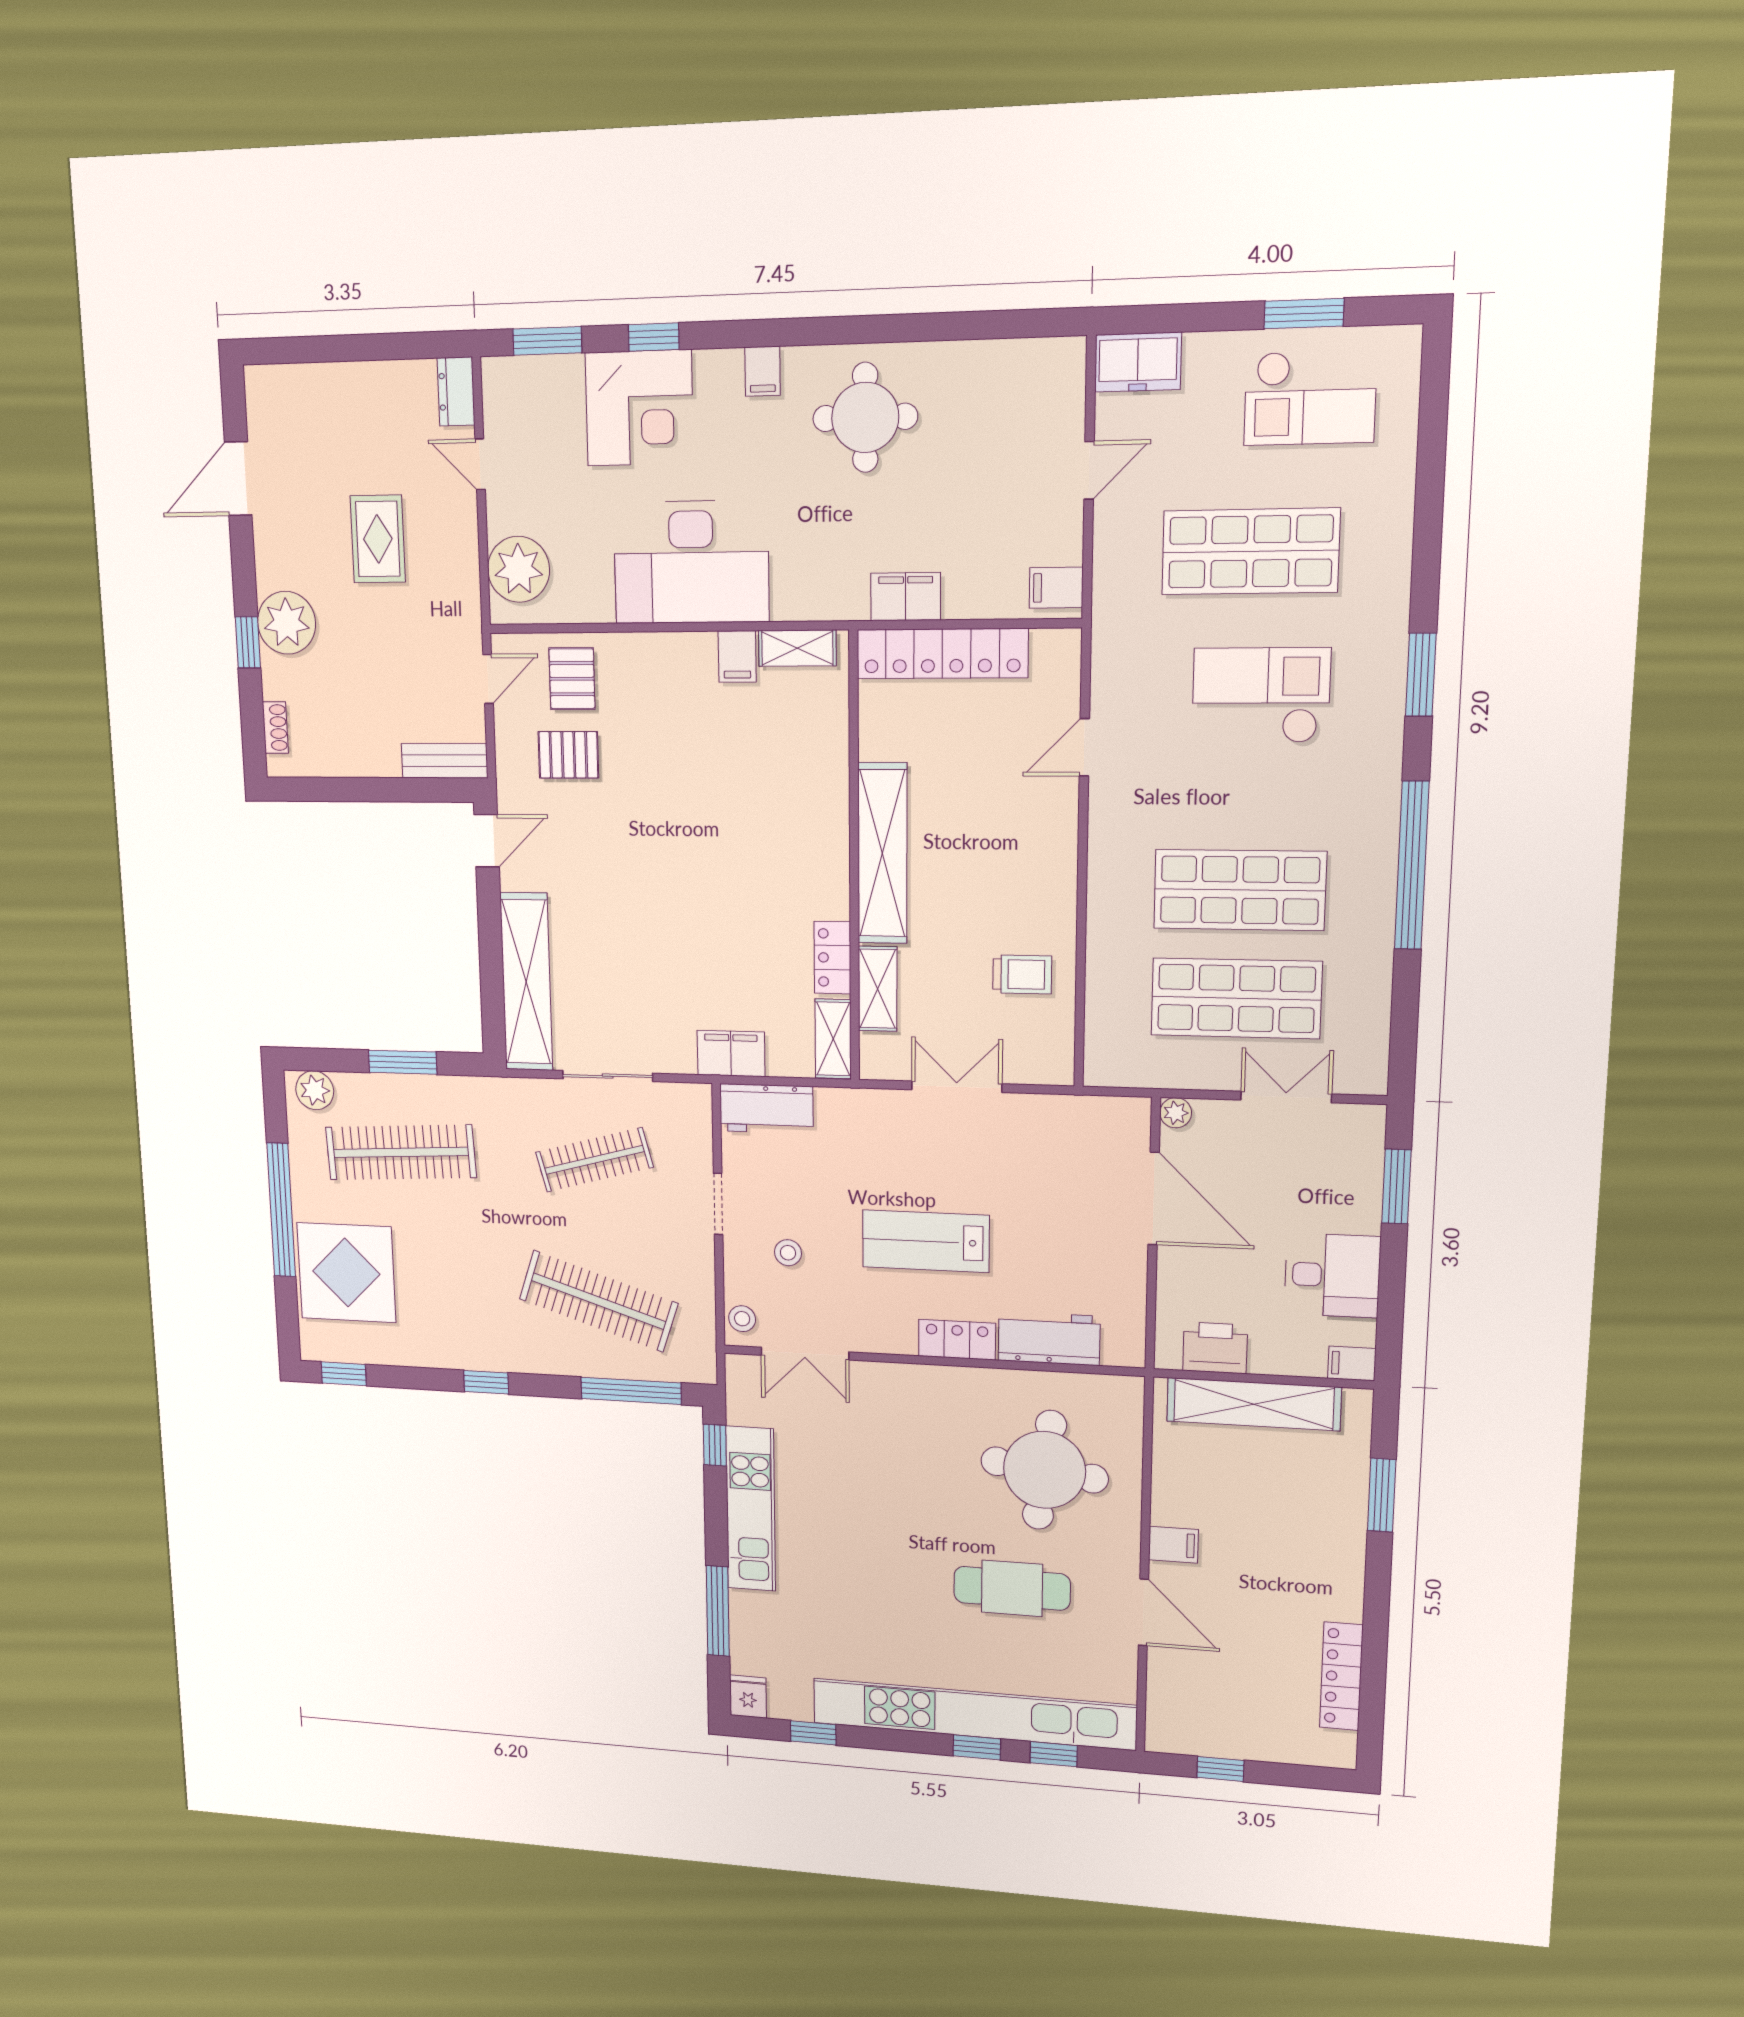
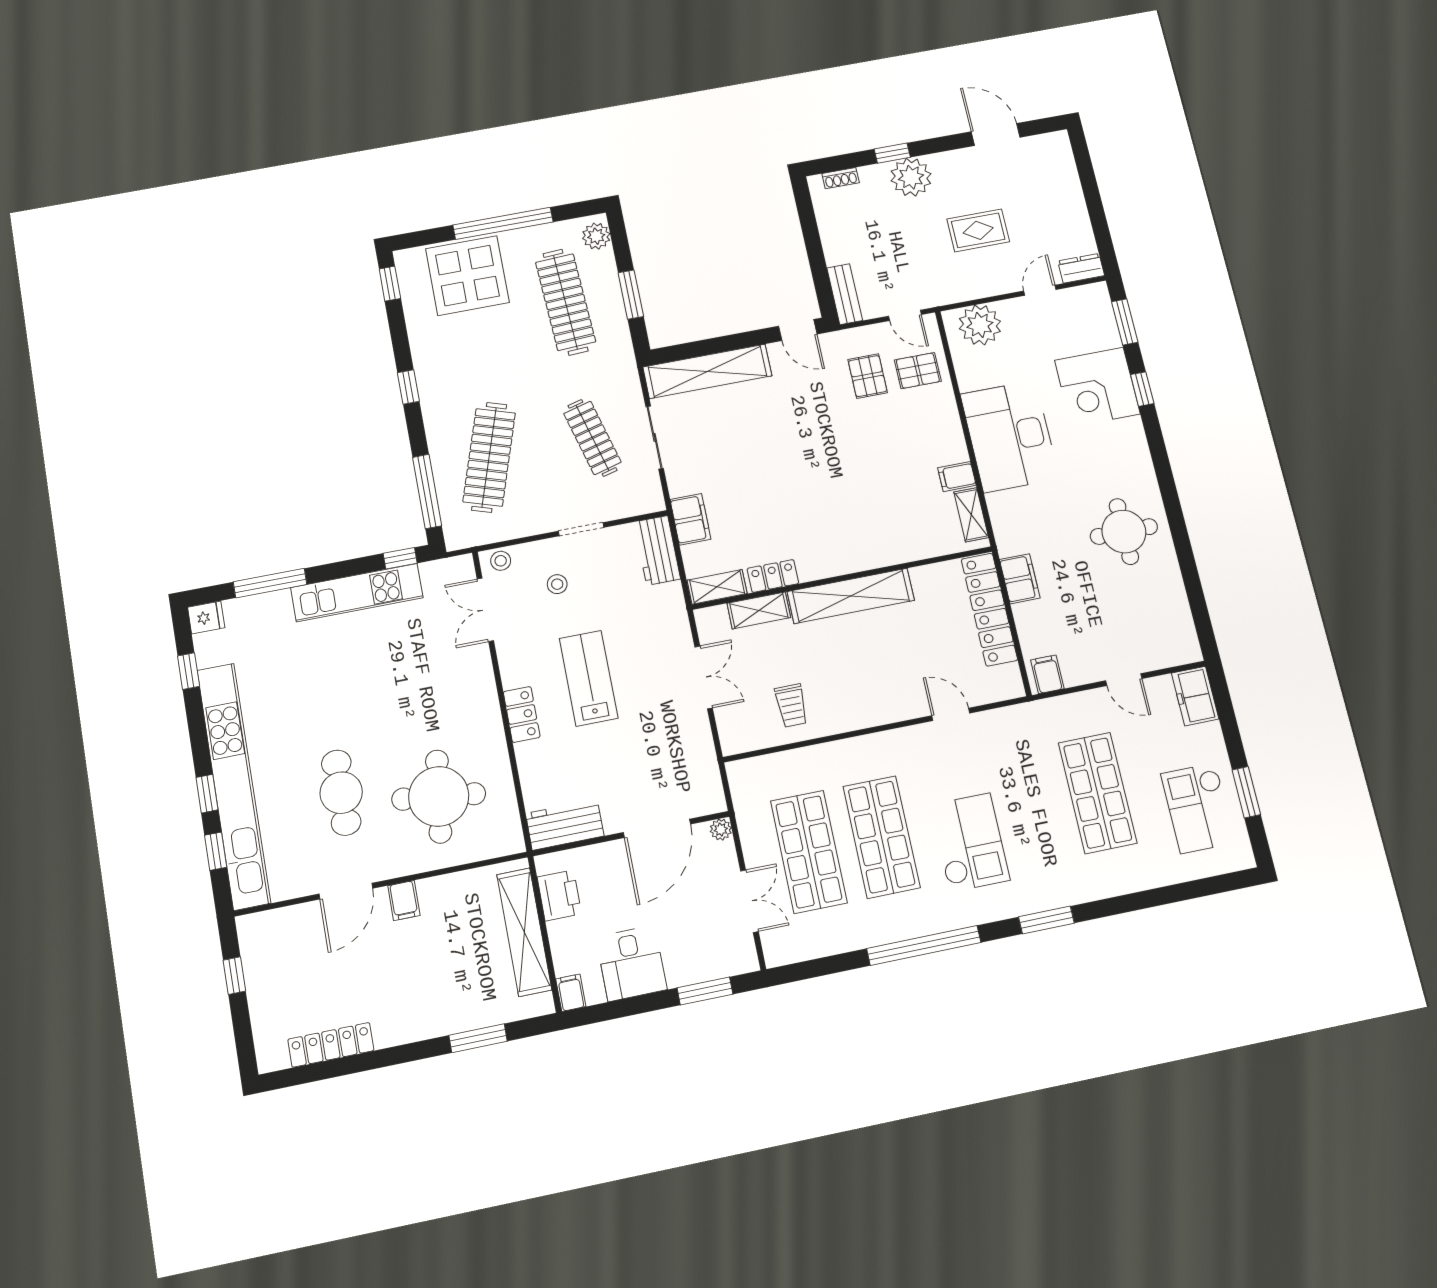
filing cabinet: (763, 371) -> (1137, 461), removed
checkout: (1261, 695) -> (970, 842), moved
workbench: (1049, 1338) -> (565, 825), moved, turned -90

